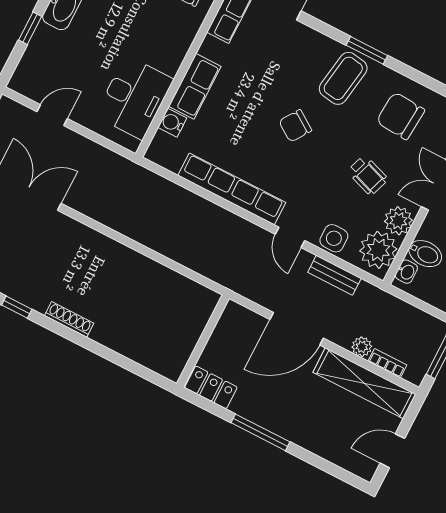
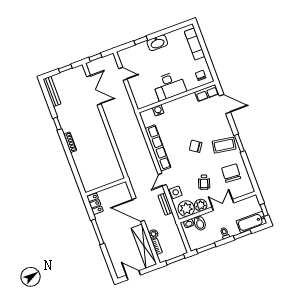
row of seats: (195, 86) -> (176, 105), removed
desk: (134, 97) -> (169, 86), moved

